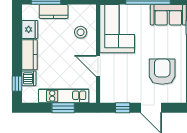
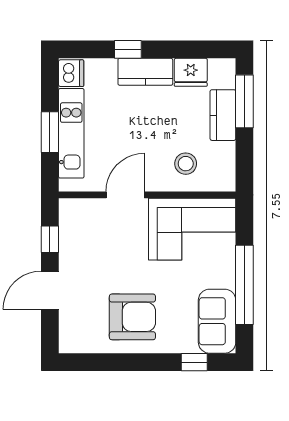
armchair: (162, 72) -> (132, 317), moved
dishwasher: (29, 78) -> (71, 73), moved, turned -90
window: (17, 84) -> (128, 49), moved

